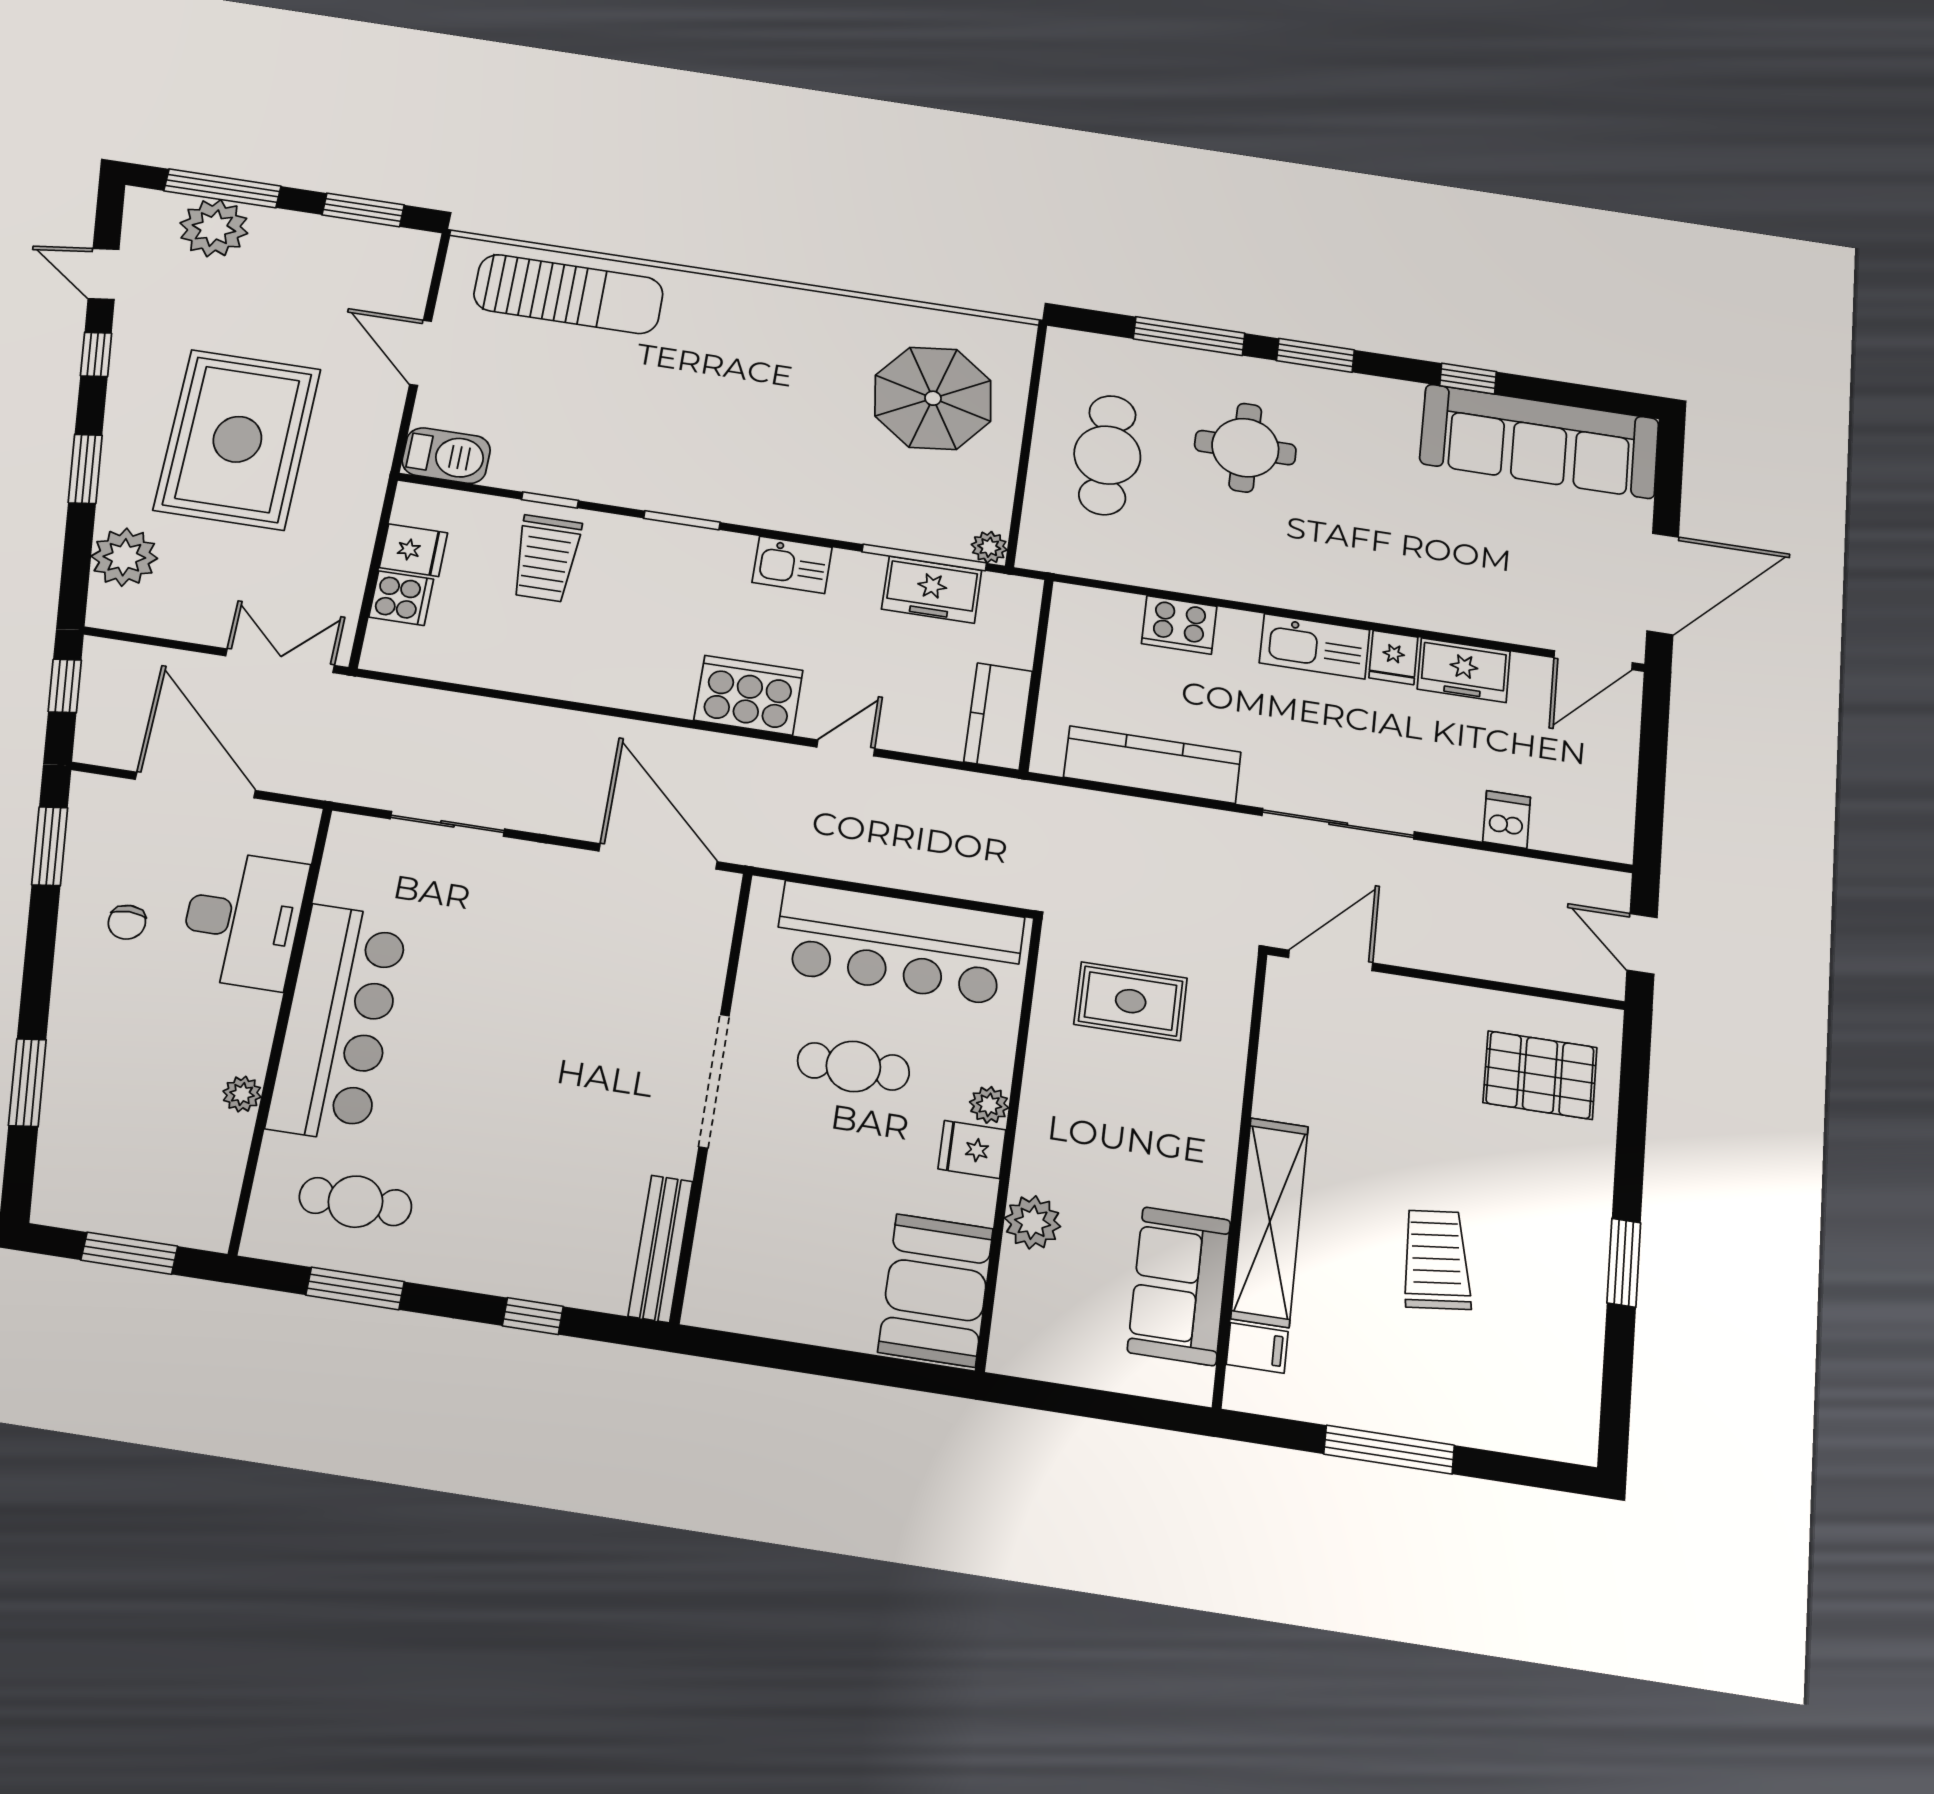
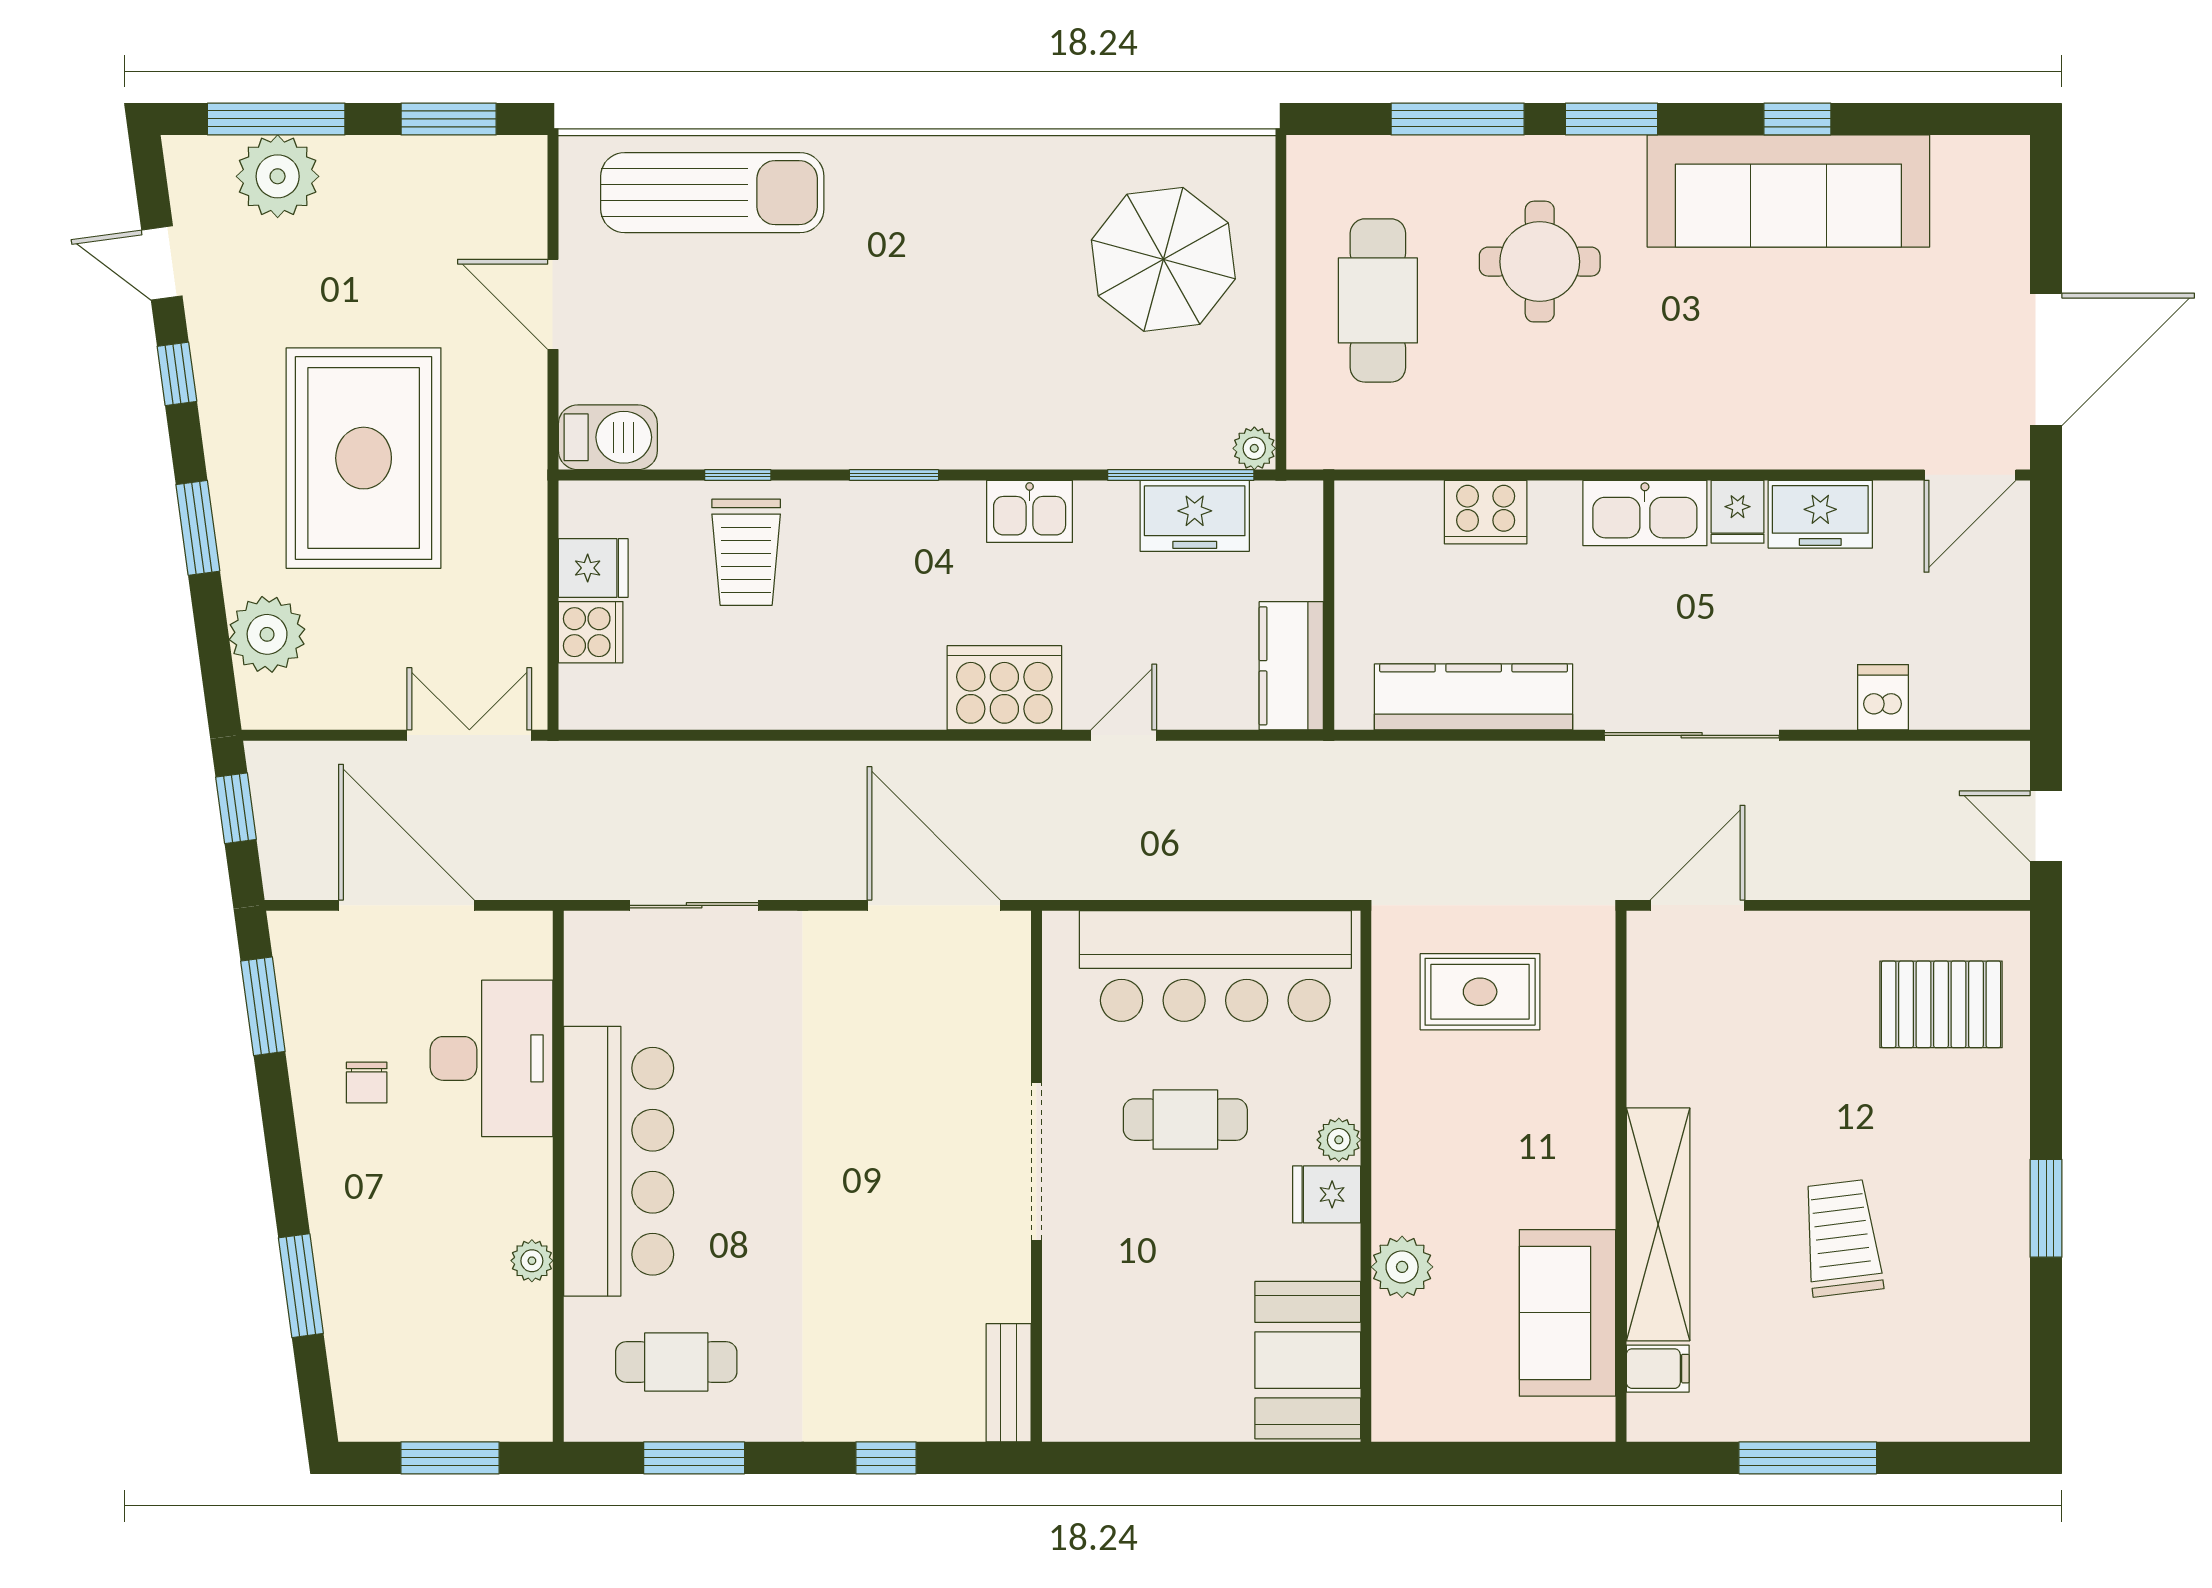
sofa: (1540, 441) -> (1788, 191), moved
bench: (661, 1248) -> (1009, 1383), width x0.73

